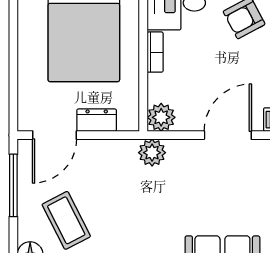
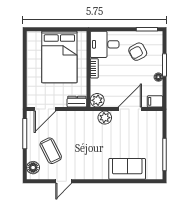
dresser: (97, 120) -> (77, 102), moved
plant: (152, 153) -> (105, 118), moved

